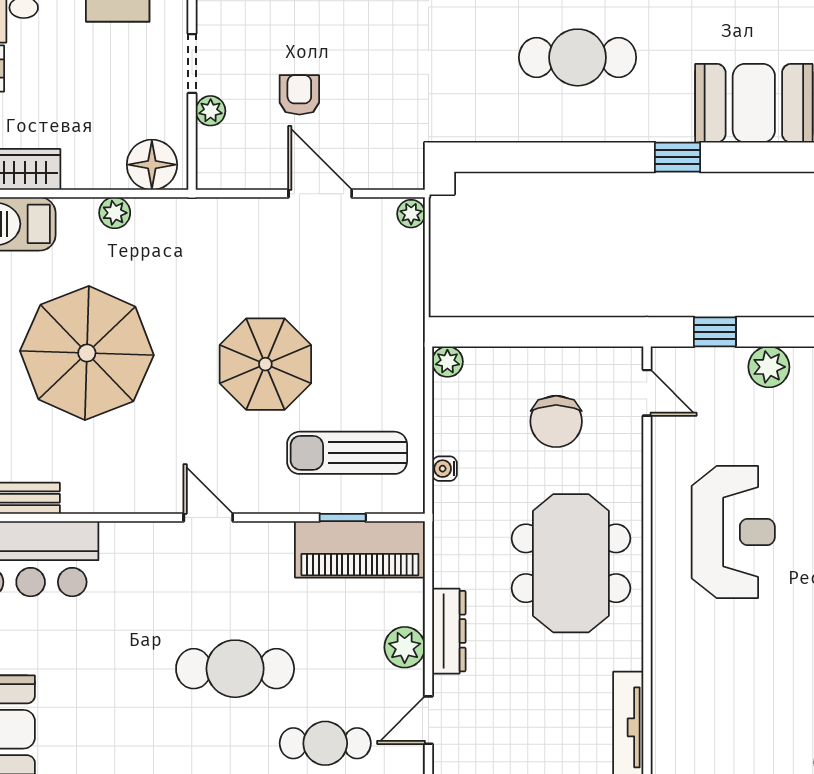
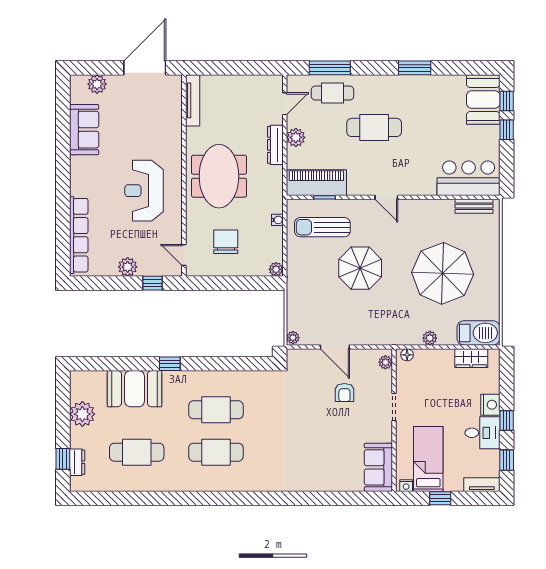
plant: (211, 111) -> (385, 362), moved
floor lamp: (152, 165) -> (407, 355), width x0.53, depth x0.53
sun lounger: (347, 453) -> (322, 227), turned 180

